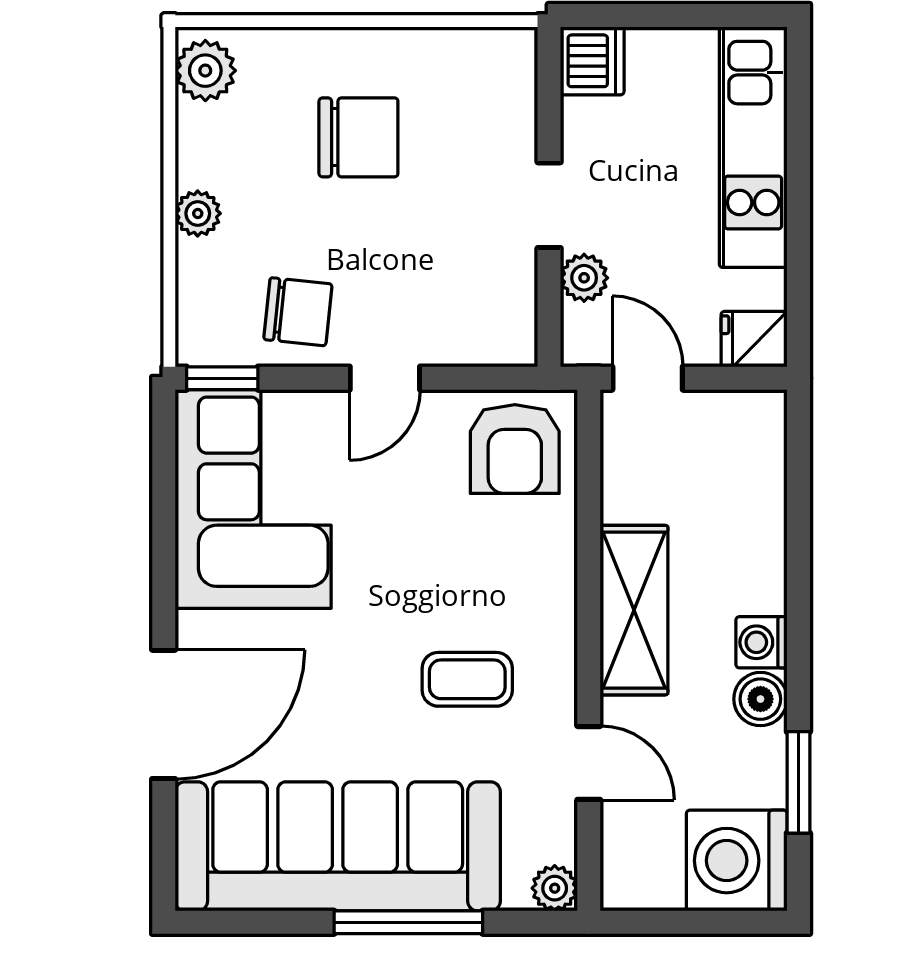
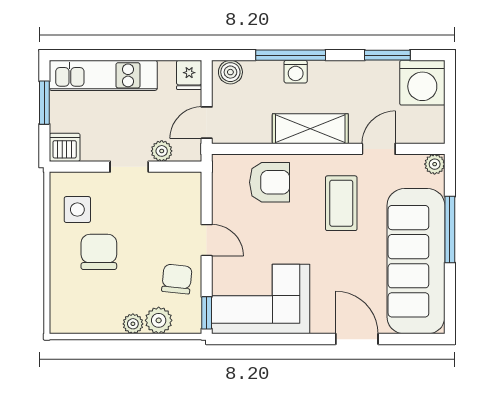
window: (692, 15) -> (44, 103), added
plant: (205, 71) -> (159, 320), moved
side table: (453, 89) -> (77, 210), added
armchair: (515, 449) -> (270, 182), moved
window: (798, 566) -> (291, 55), added
washing machine: (761, 642) -> (296, 72), moved
coffee table: (467, 679) -> (341, 203), width x1.36, depth x1.30
boiler: (760, 699) -> (230, 72), moved
door: (164, 714) -> (357, 339), width x0.73

